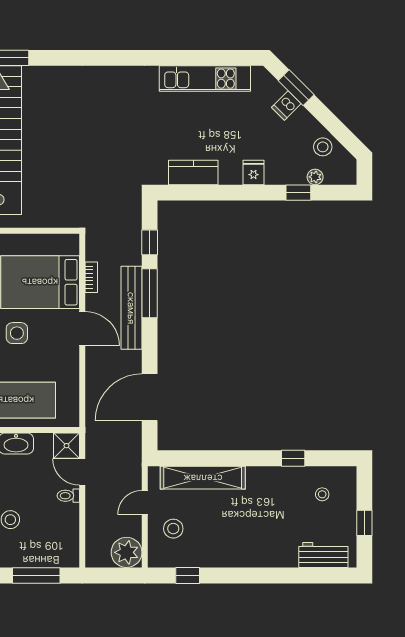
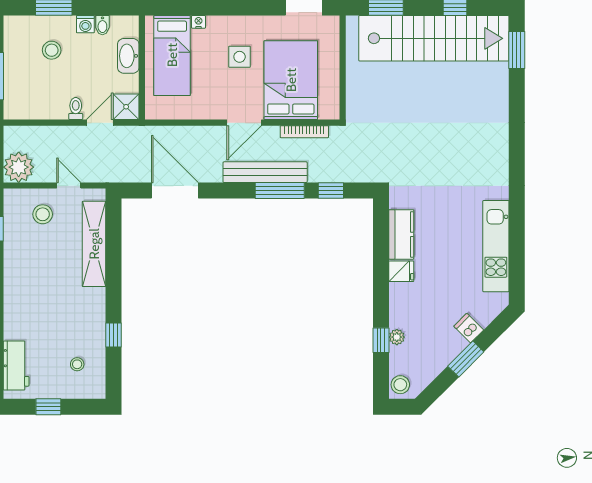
window: (296, 88) -> (466, 359), moved
stool: (323, 147) -> (400, 385), moved
fridge: (253, 173) -> (401, 271), moved
plant: (315, 177) -> (397, 337), moved
bookcase: (91, 277) -> (304, 132), width x1.56

